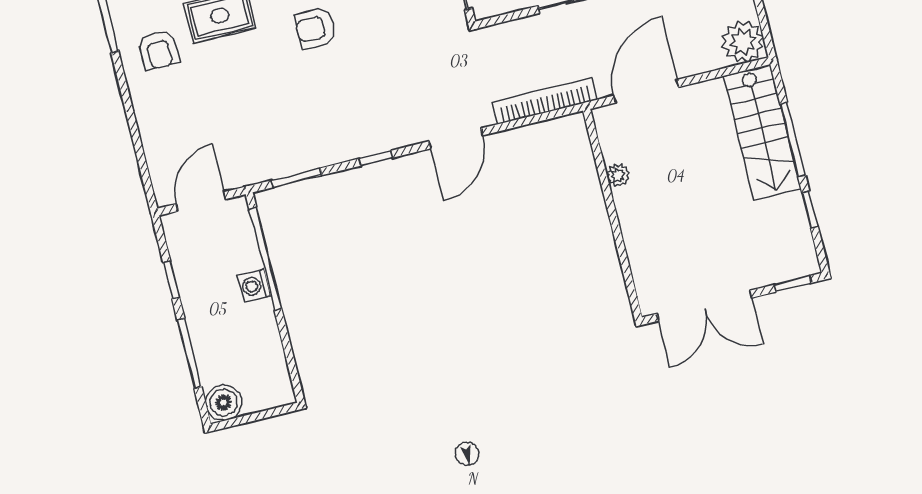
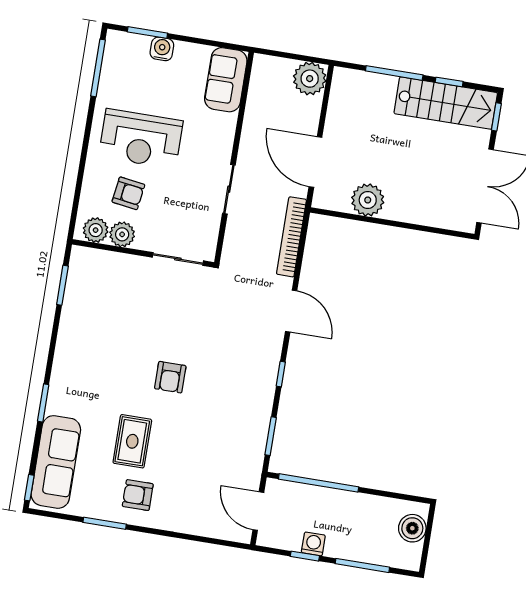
armchair: (158, 50) -> (138, 495), turned 180
stairs: (762, 132) -> (446, 103), moved
plant: (618, 175) -> (368, 200), width x1.88, depth x1.88
washing machine: (254, 286) -> (313, 544), moved, turned 180
boiler: (224, 403) -> (412, 528), moved

